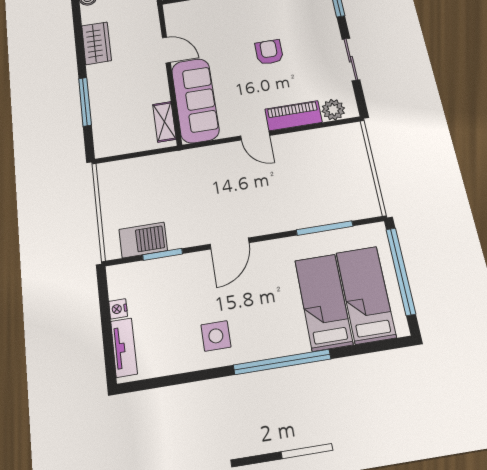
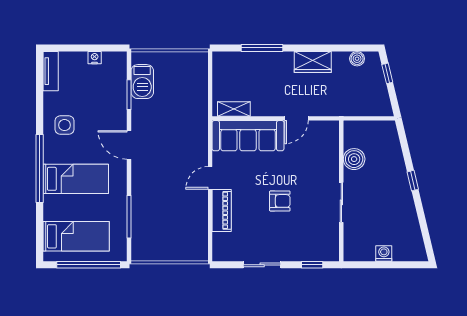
plant: (333, 110) -> (221, 242), removed
bed: (324, 302) -> (76, 179), moved
tv unit: (124, 347) -> (51, 71), moved, turned -90

